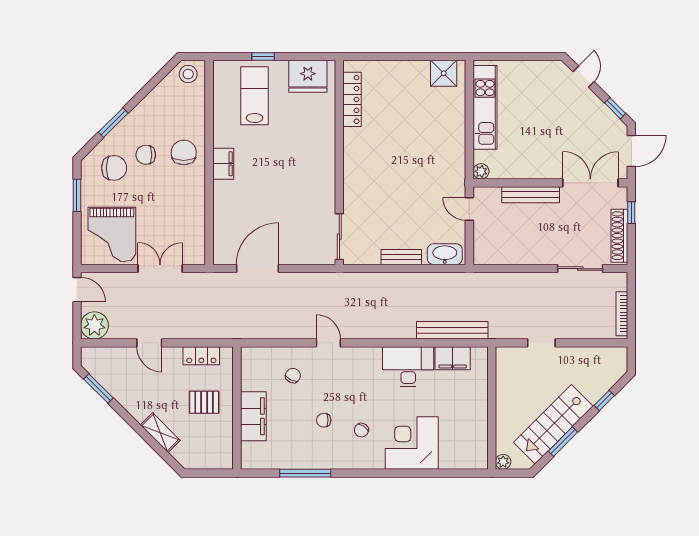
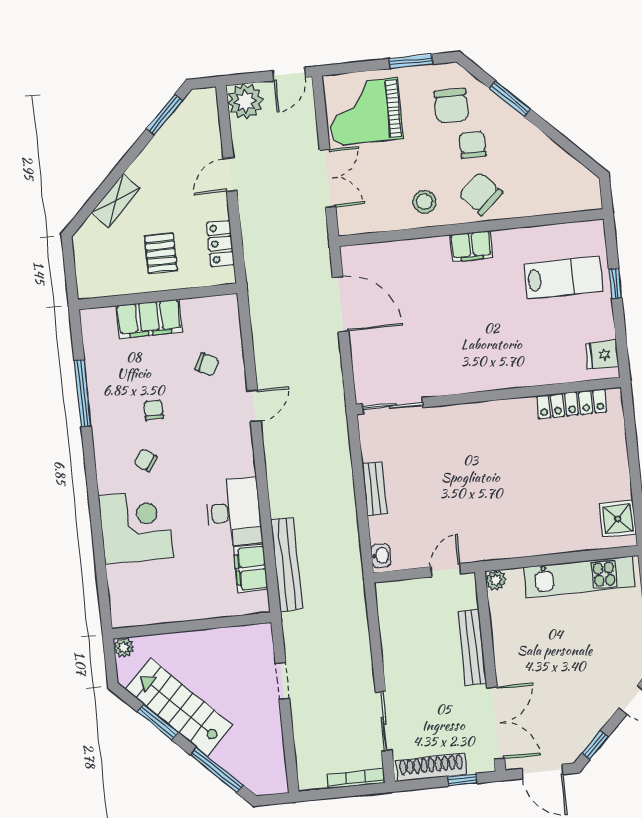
stool: (188, 74) -> (424, 202), moved
fridge: (308, 76) -> (602, 355), width x0.53, depth x0.75
chair: (184, 152) -> (481, 194), turned -132
washbasin: (445, 254) -> (381, 556), width x0.52, depth x0.69
bookcase: (622, 314) -> (356, 779), moved
window: (604, 400) -> (216, 770), width x2.17

